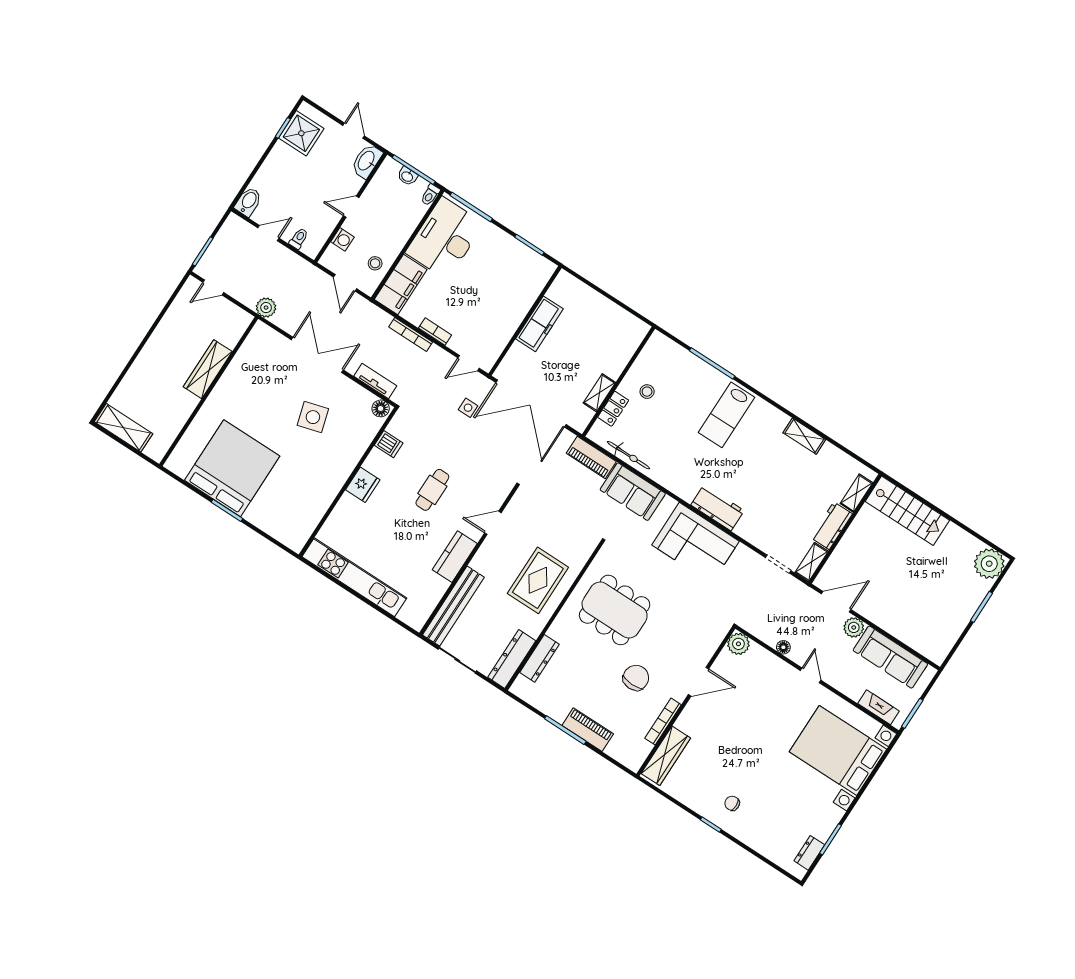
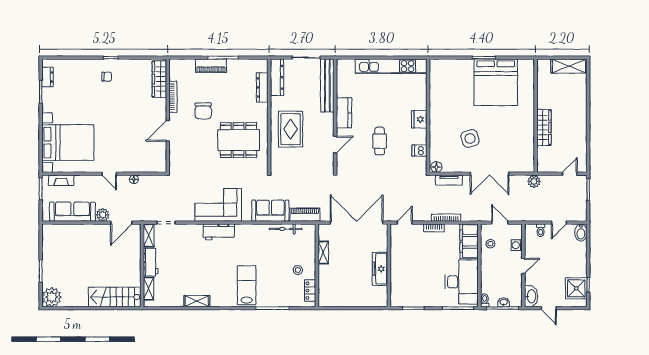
side table: (468, 408) -> (389, 198), removed
locker: (613, 409) -> (310, 291), moved
plant: (738, 644) -> (159, 165), removed

